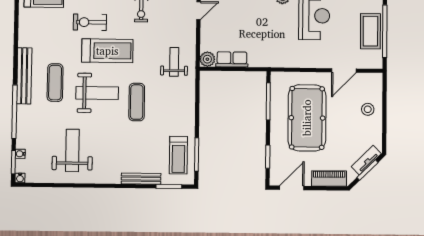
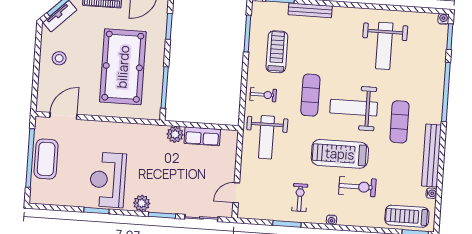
plant: (207, 59) -> (175, 134), moved
weight bench: (174, 62) -> (266, 137), width x1.36, depth x1.33
door: (344, 70) -> (63, 116), moved
bench: (24, 76) -> (431, 156), moved
exercise bike: (179, 100) -> (263, 95), added
stool: (368, 109) -> (59, 58), moved
water cooler: (20, 154) -> (431, 193), moved
treadmill: (178, 155) -> (277, 52), moved

